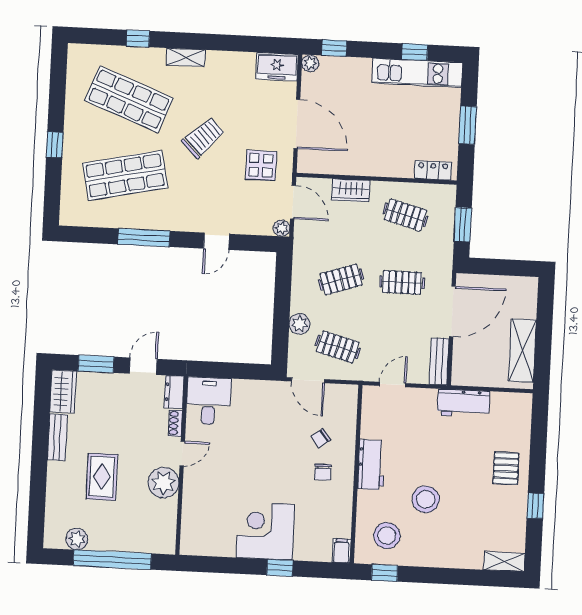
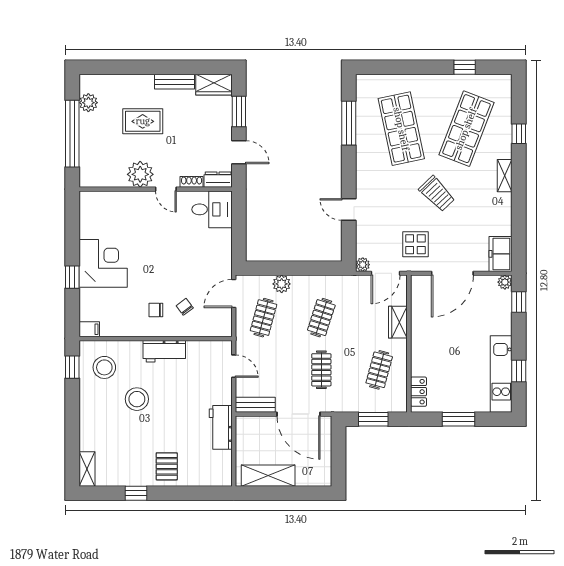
window: (55, 145) -> (465, 67), moved
window: (144, 238) -> (349, 123), moved
clothes rail: (341, 279) -> (321, 318), turned 36
pallet: (506, 468) -> (167, 466), turned 90

